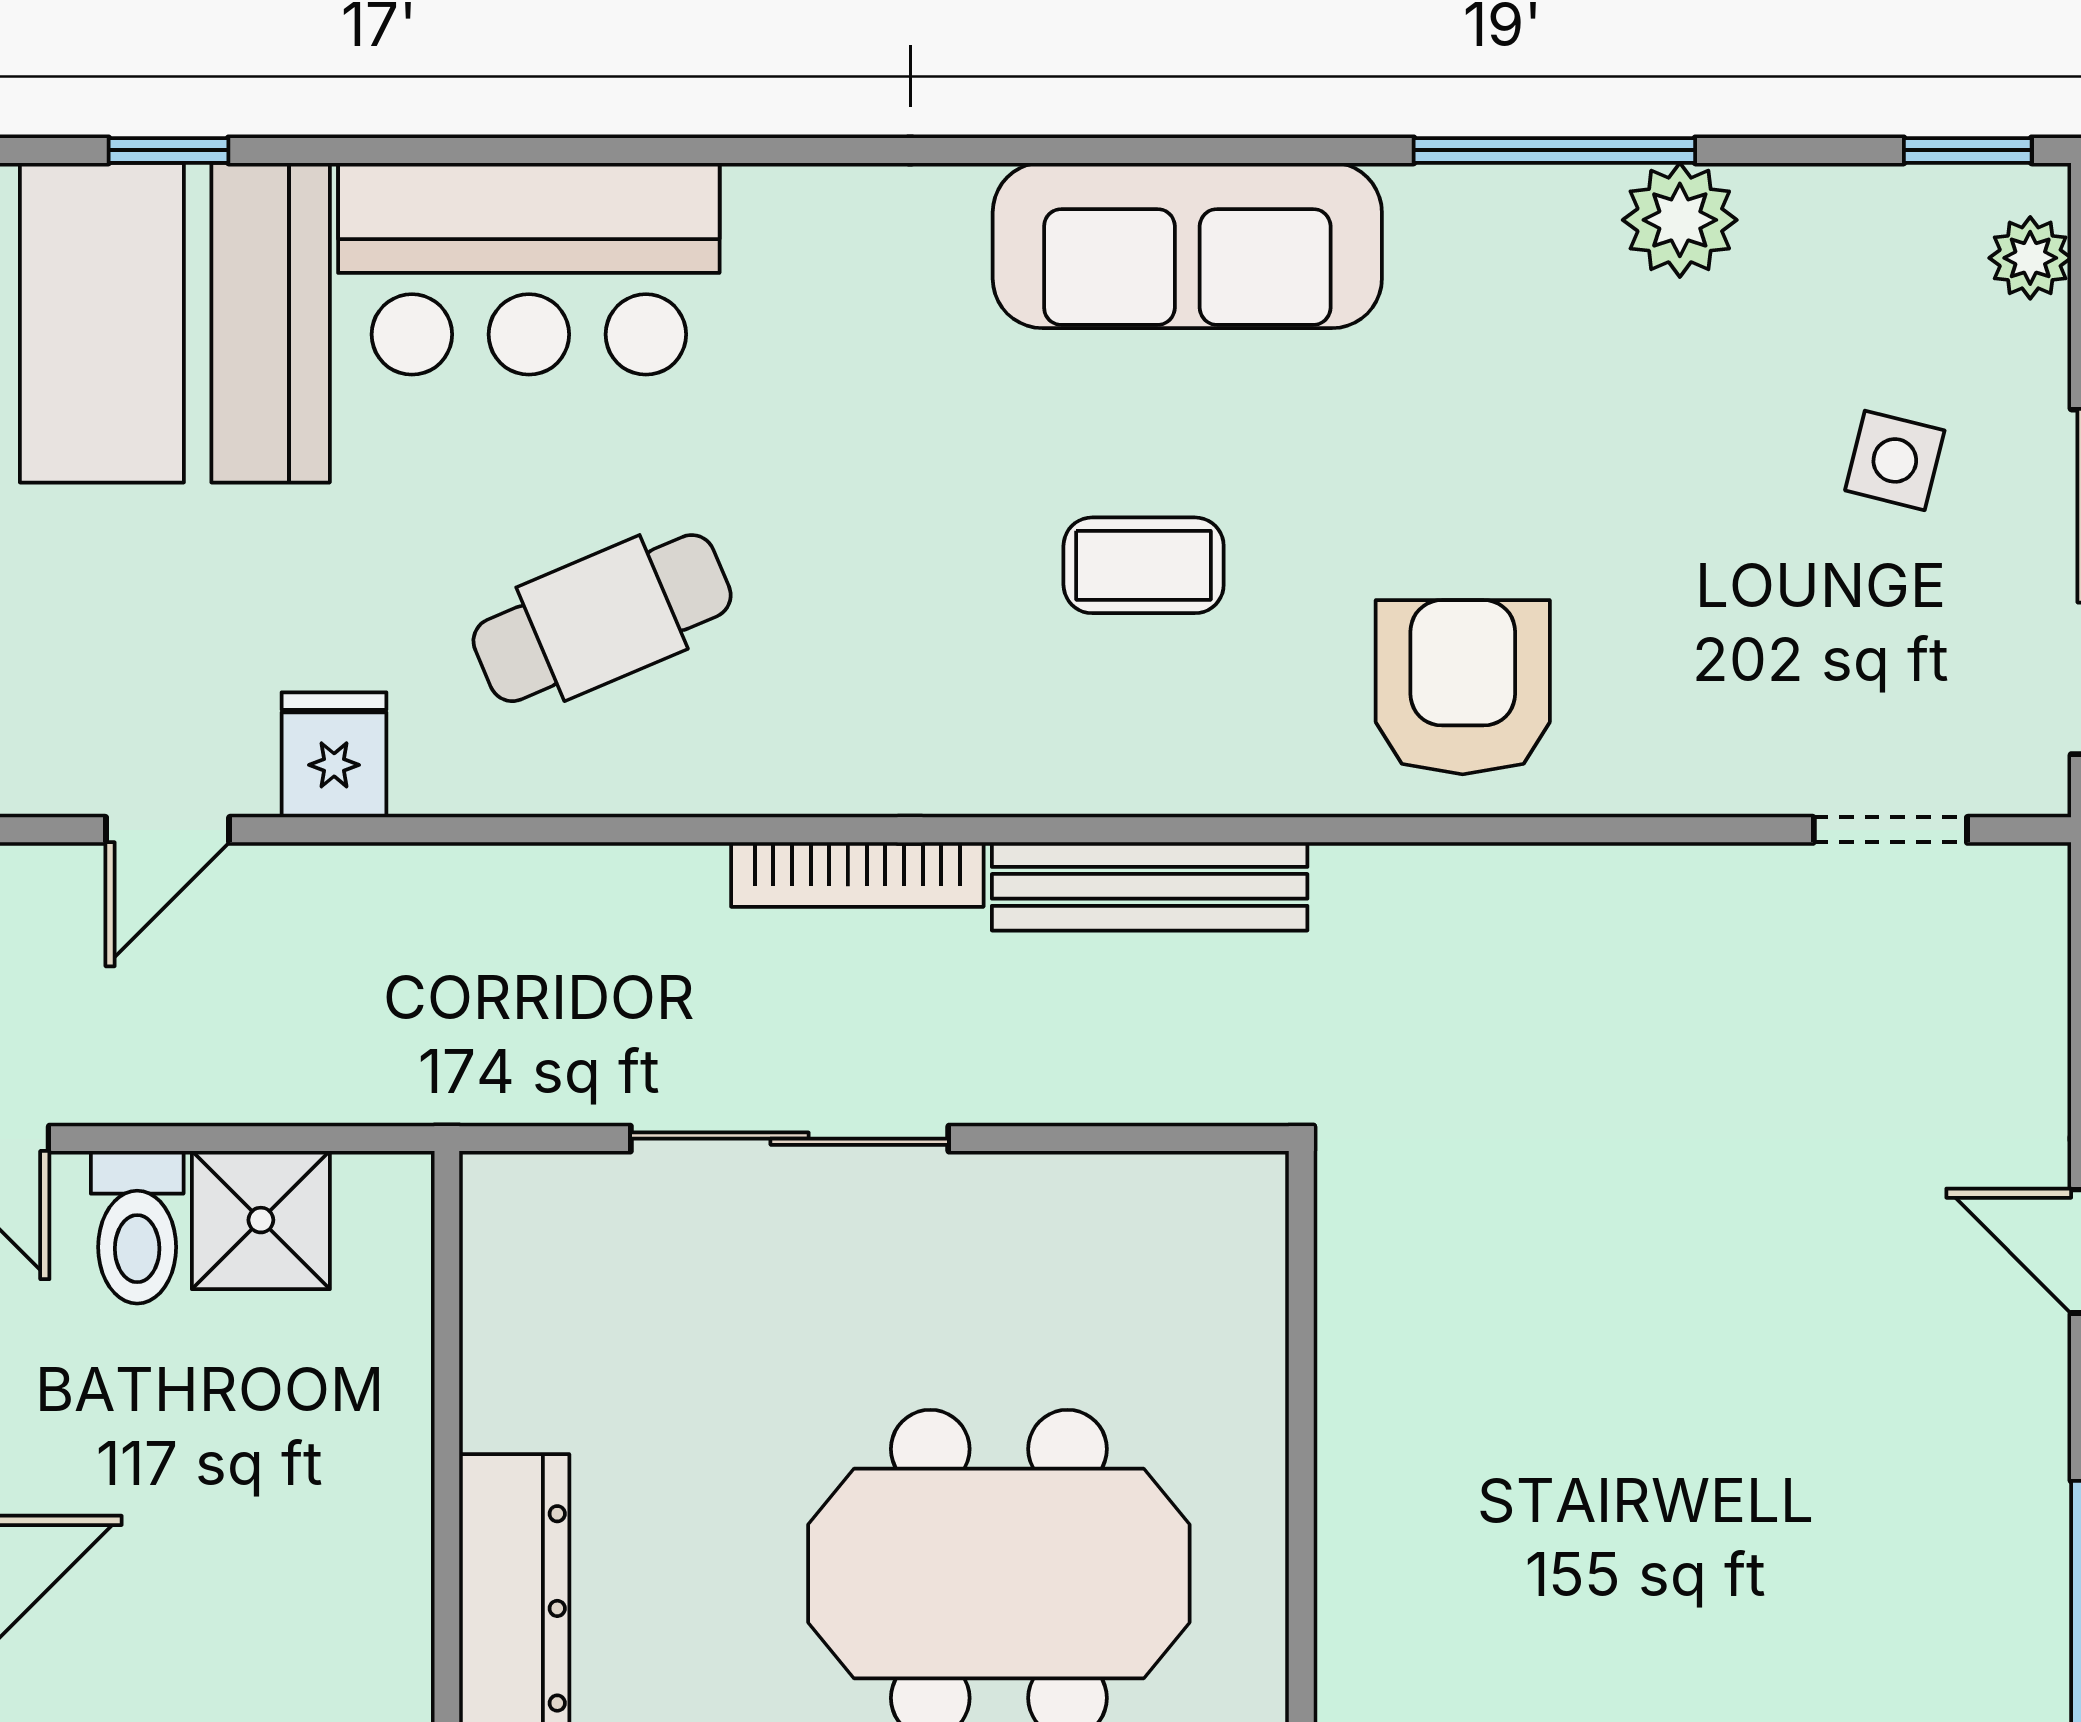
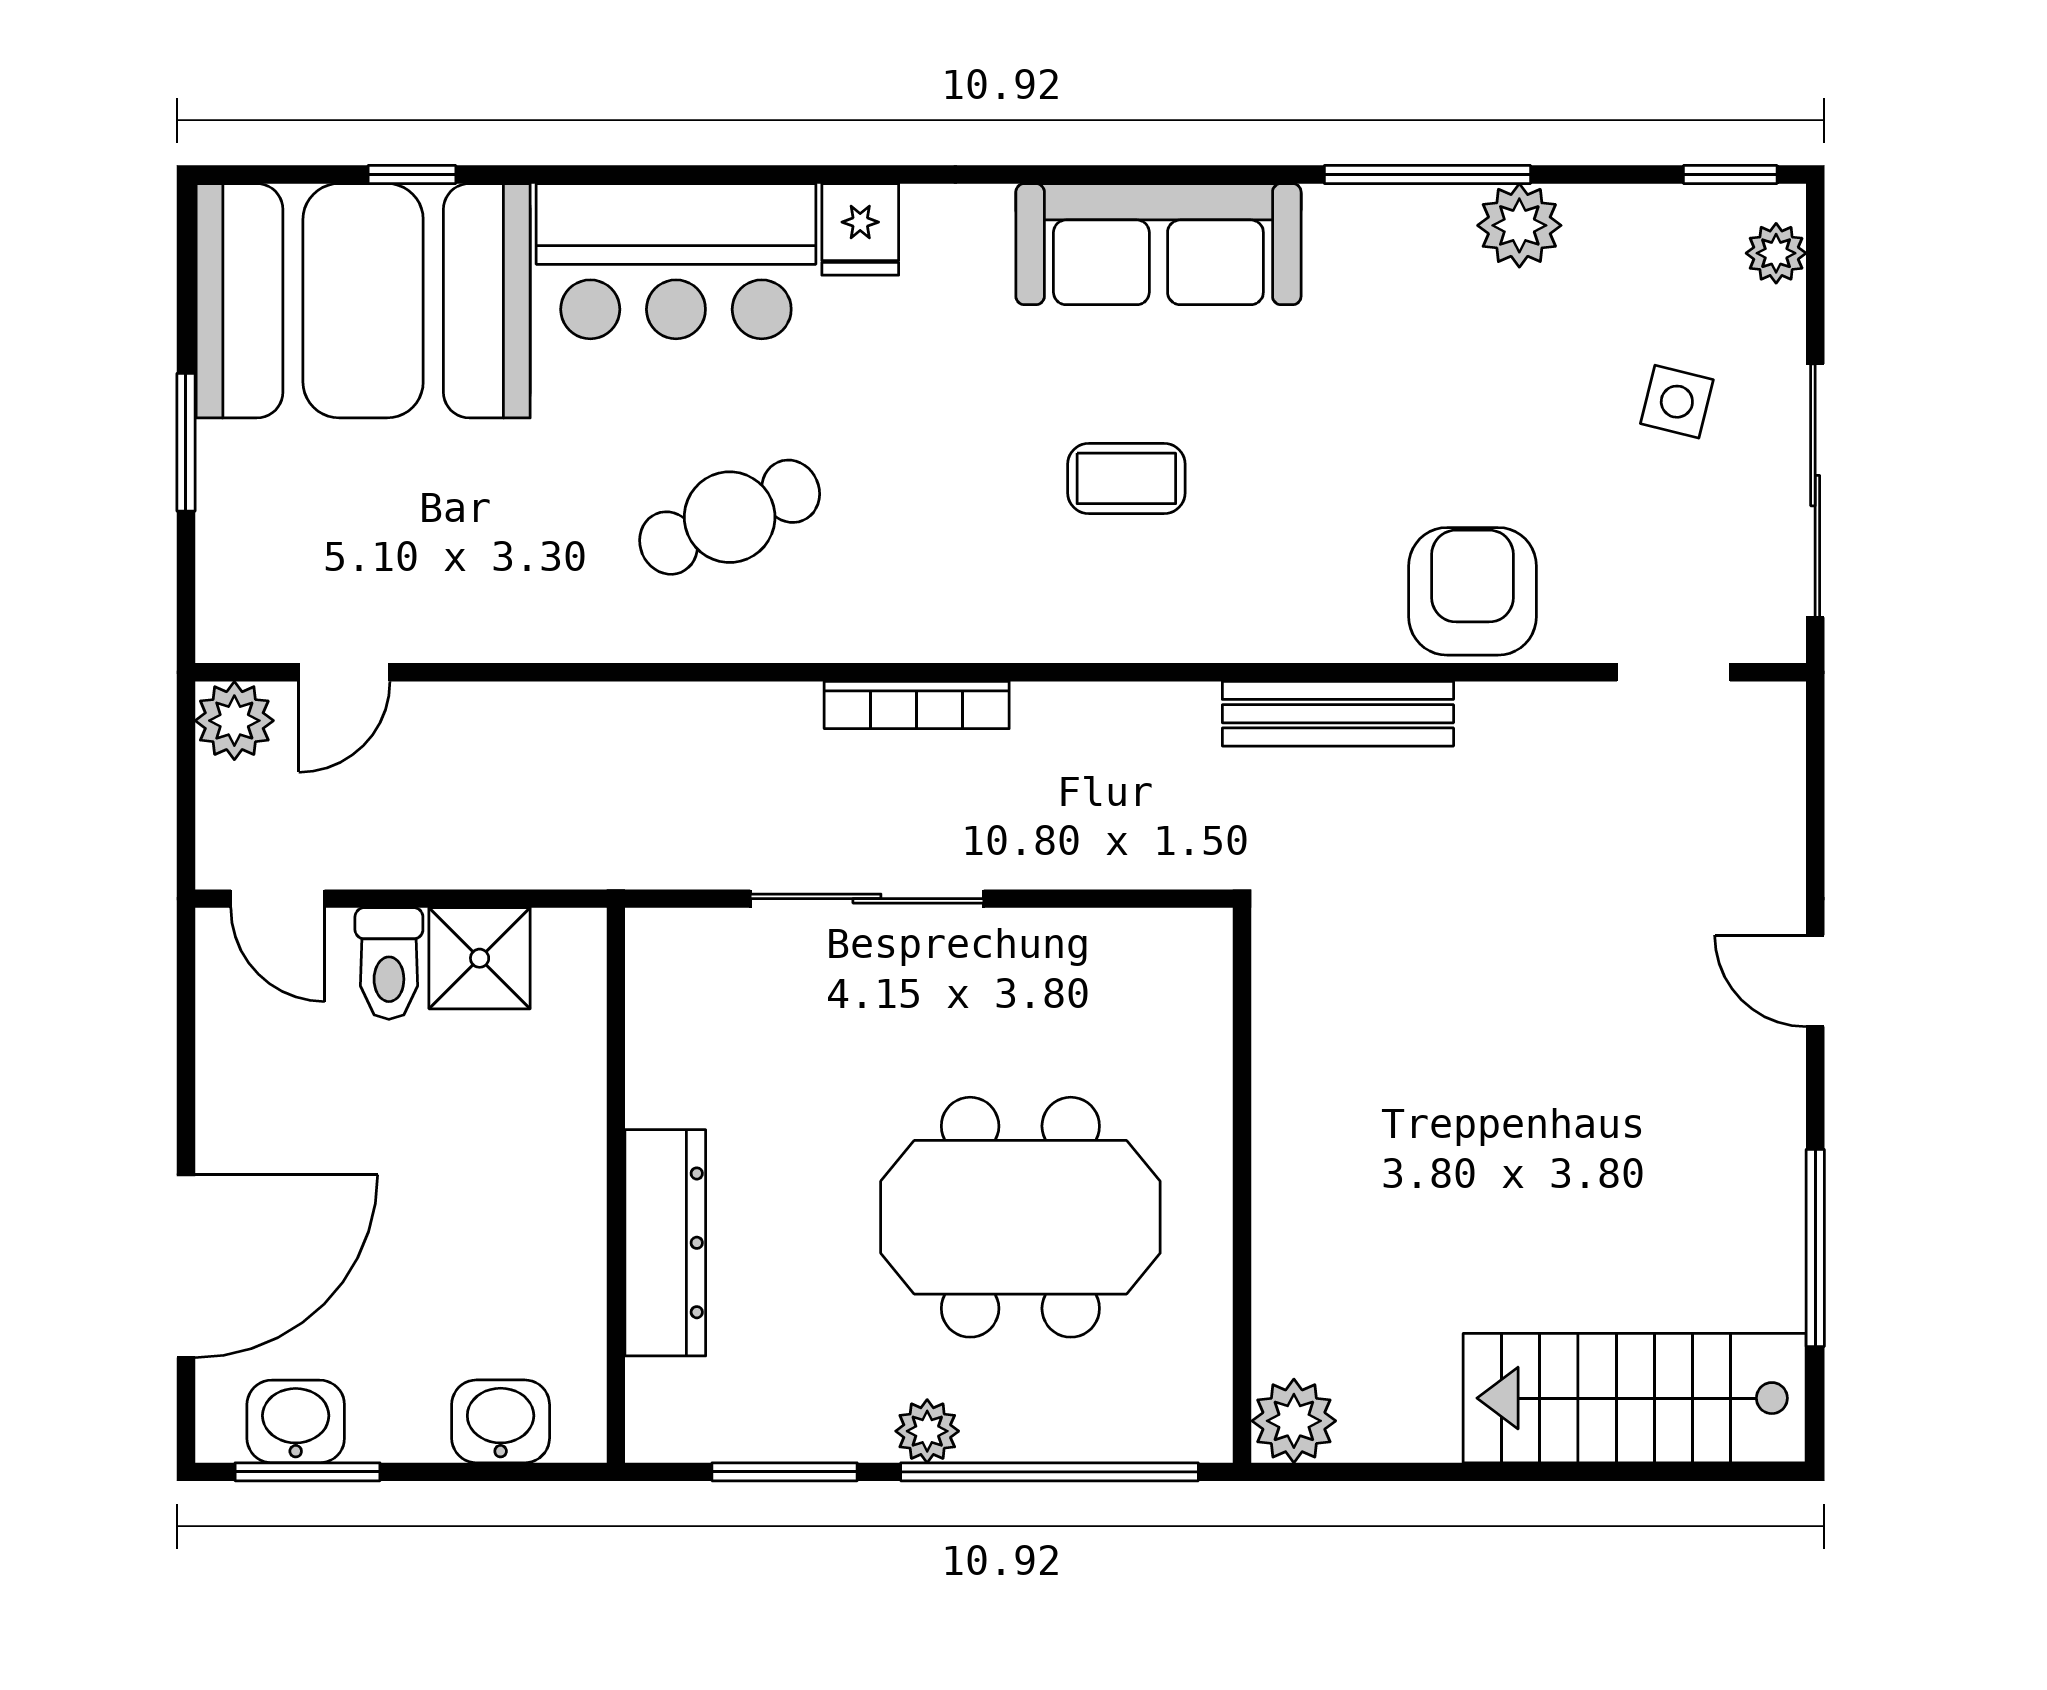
armchair: (1463, 687) -> (1473, 591), moved
fridge: (334, 755) -> (860, 229), moved, turned 180
door: (168, 830) -> (344, 672), moved
bench: (1150, 886) -> (1338, 714), moved

